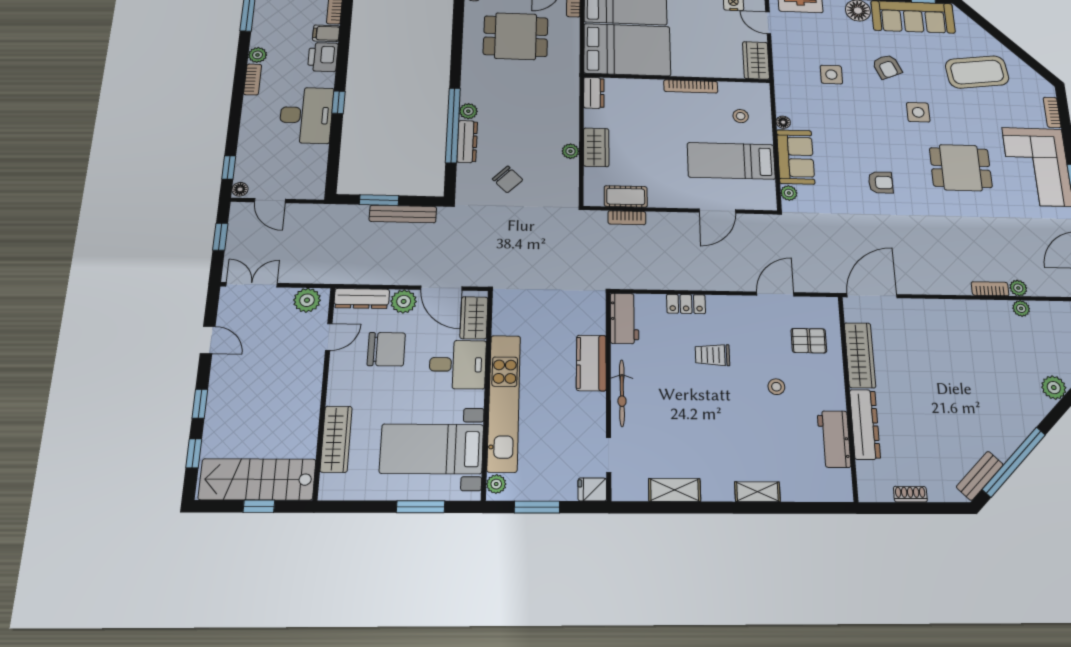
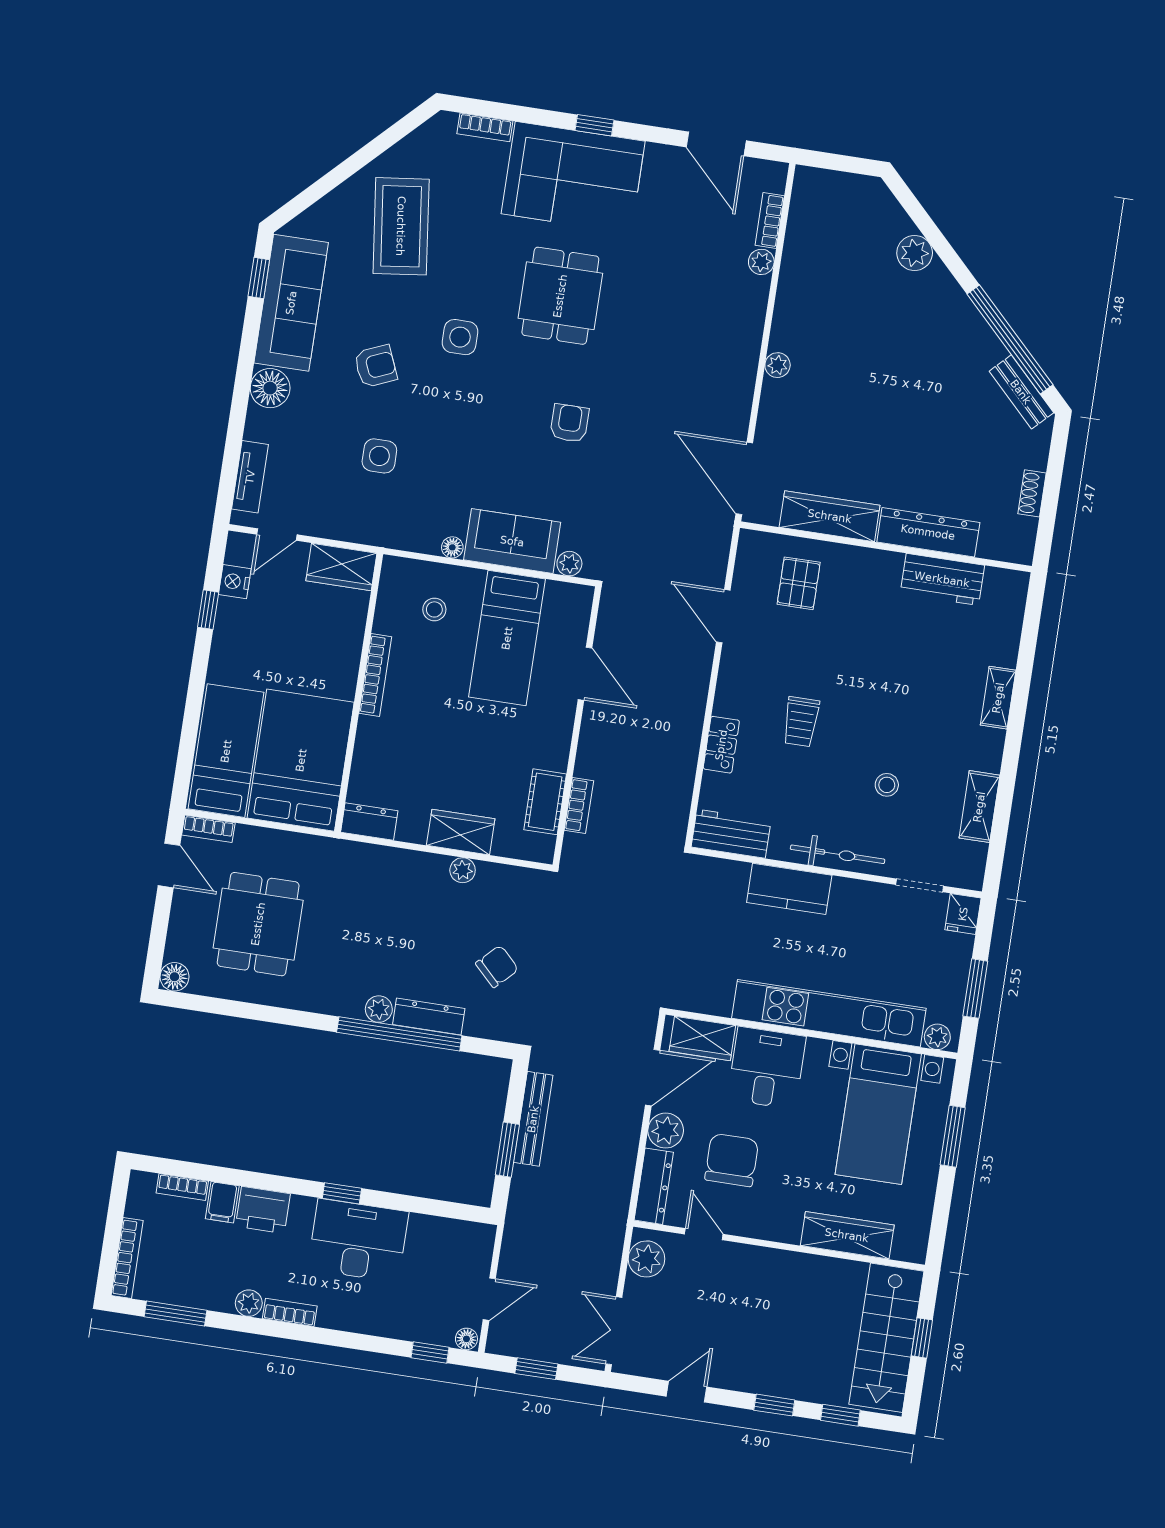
bookcase: (990, 289) -> (770, 221), moved
plant: (1021, 308) -> (778, 365), moved
stool: (776, 387) -> (887, 785), moved

